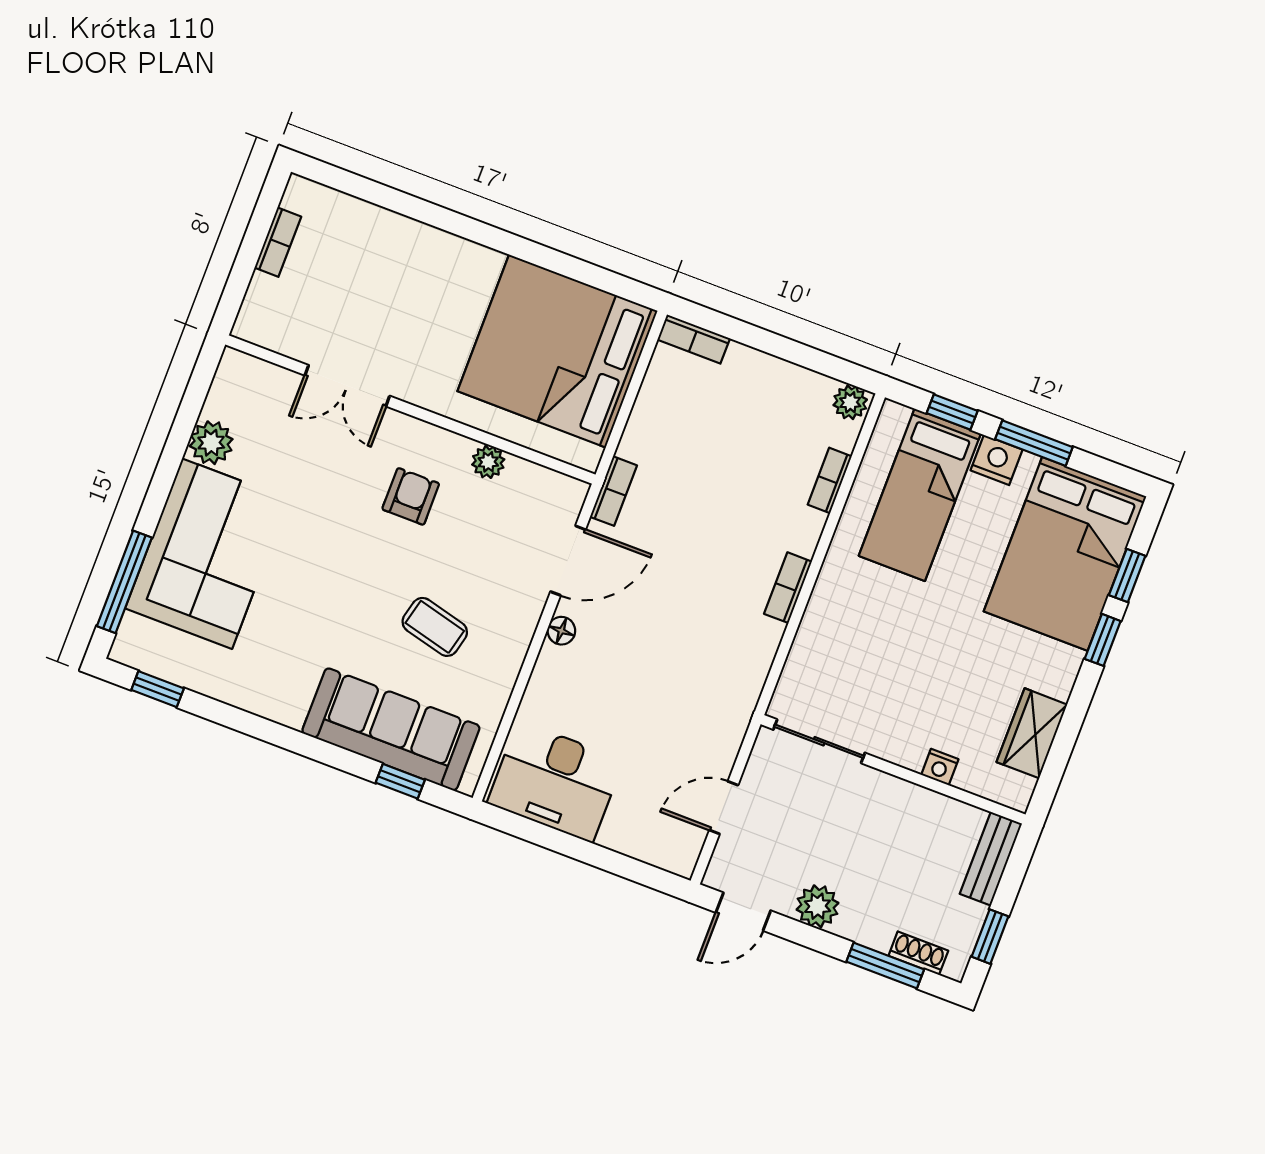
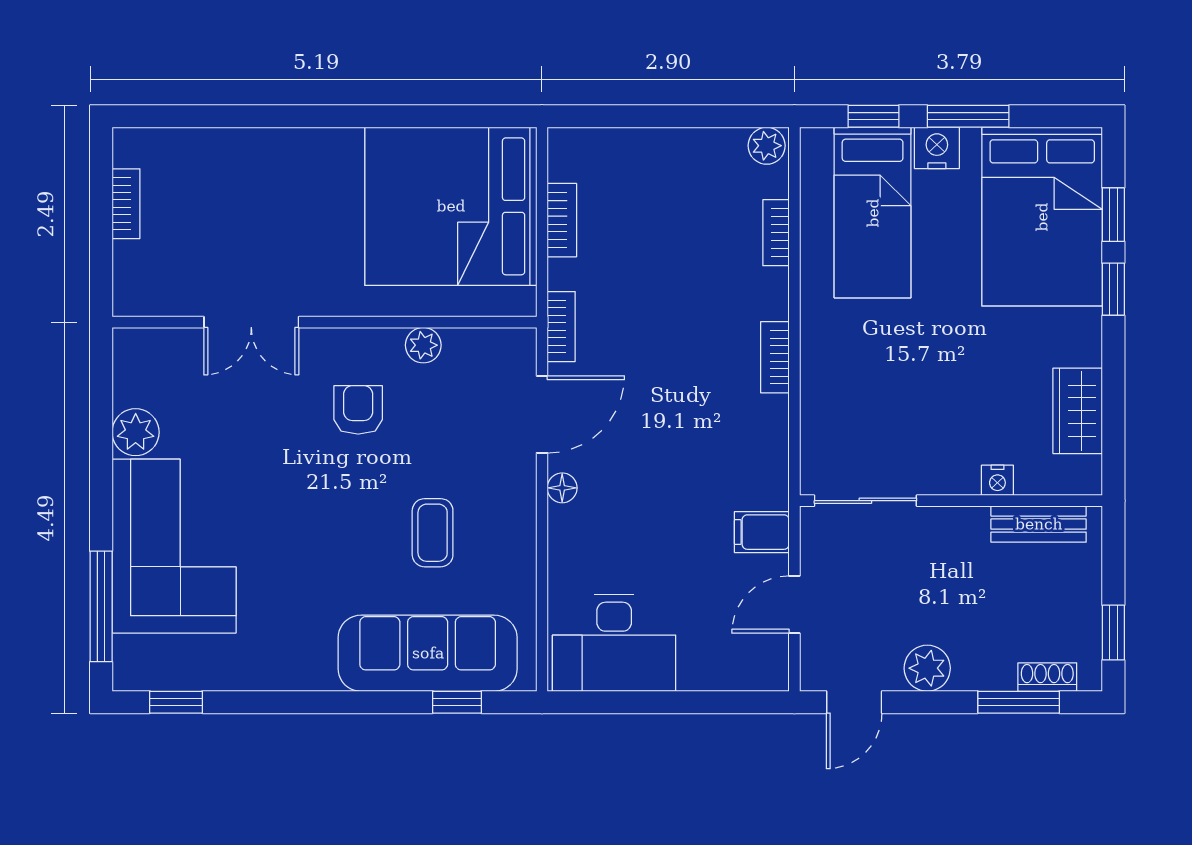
bookcase: (694, 339) -> (562, 220), moved, turned -90
coffee table: (435, 627) -> (433, 533), turned 76
filing cabinet: (719, 734) -> (762, 532), added
bench: (991, 859) -> (1039, 524), moved, turned 90

